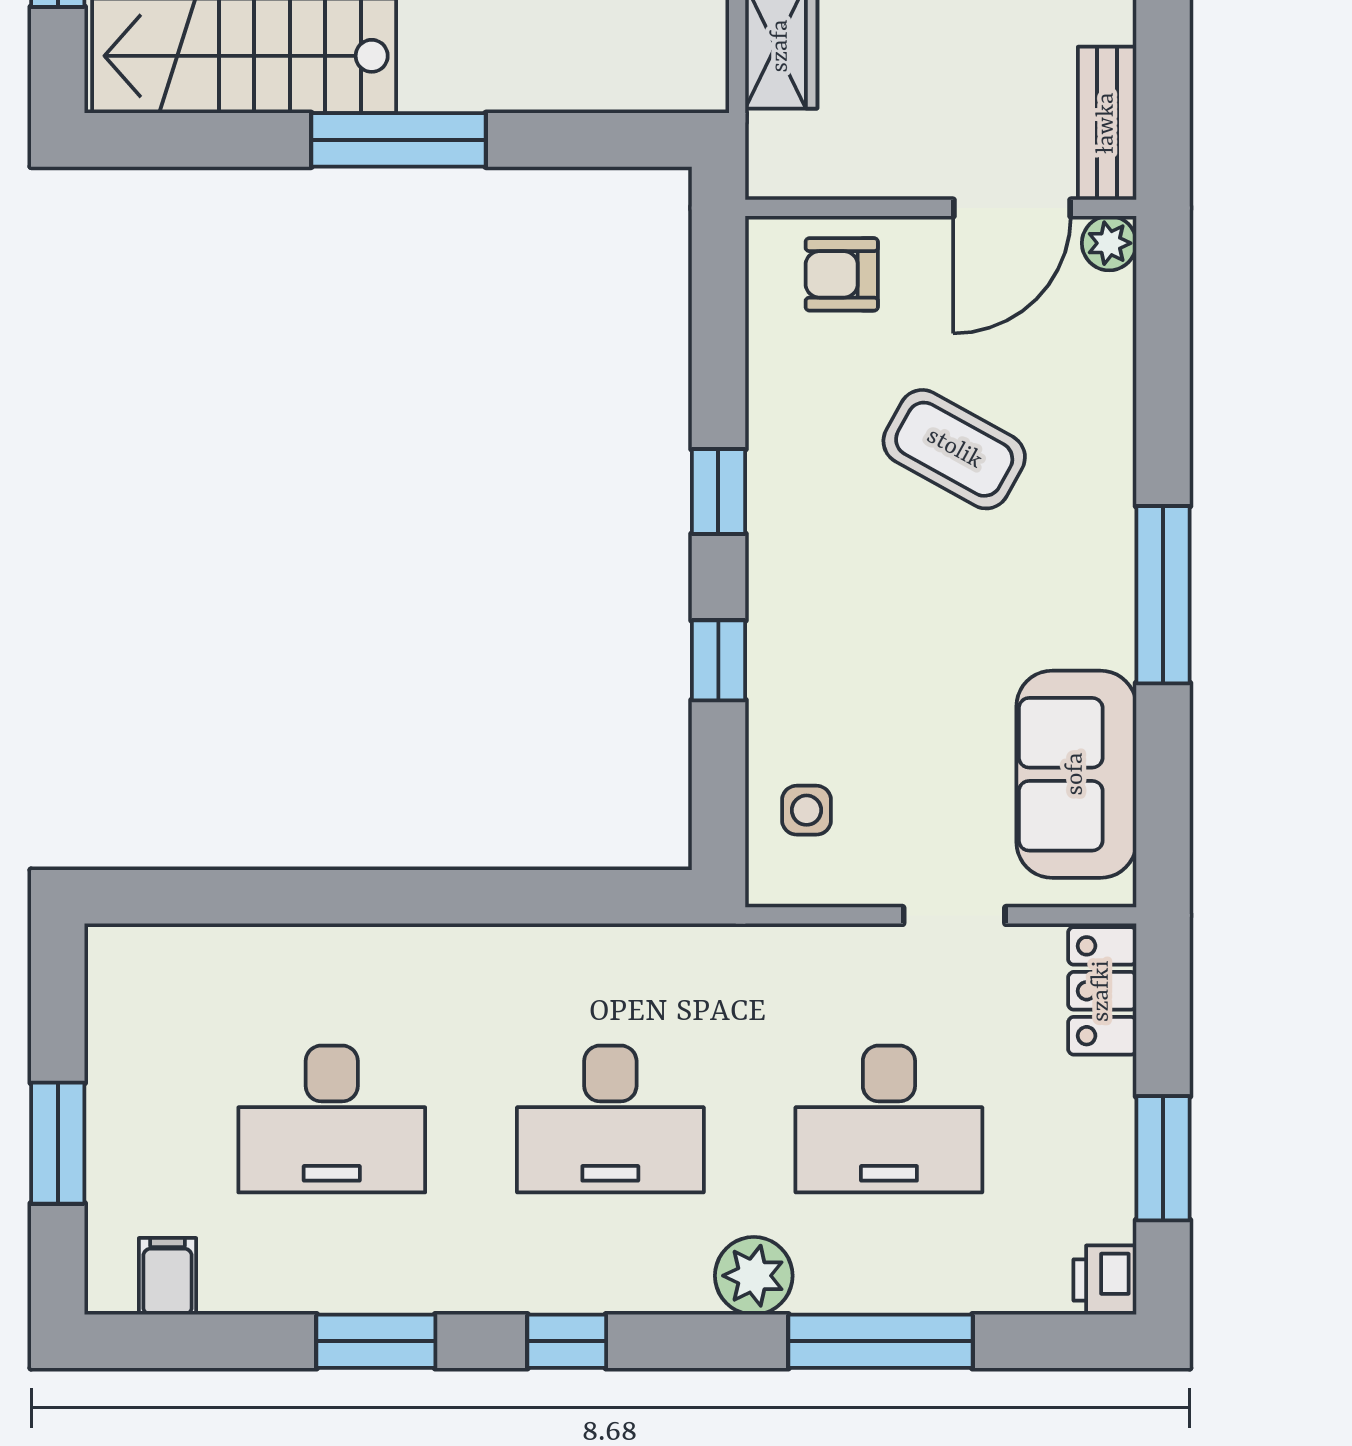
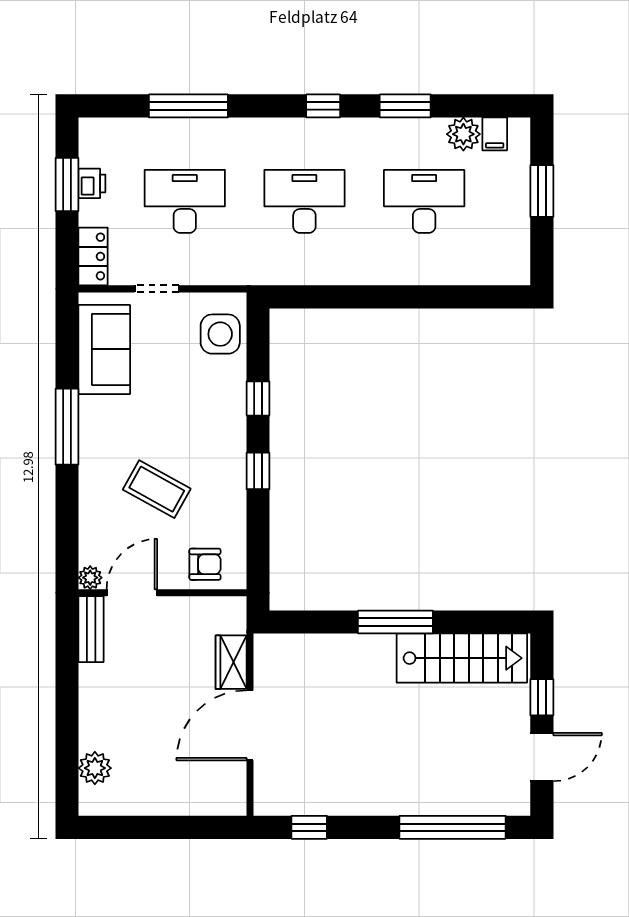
side table: (806, 810) -> (220, 334), width x1.87, depth x1.87
plant: (754, 1276) -> (463, 134), moved
printer: (1105, 1280) -> (92, 183), moved

